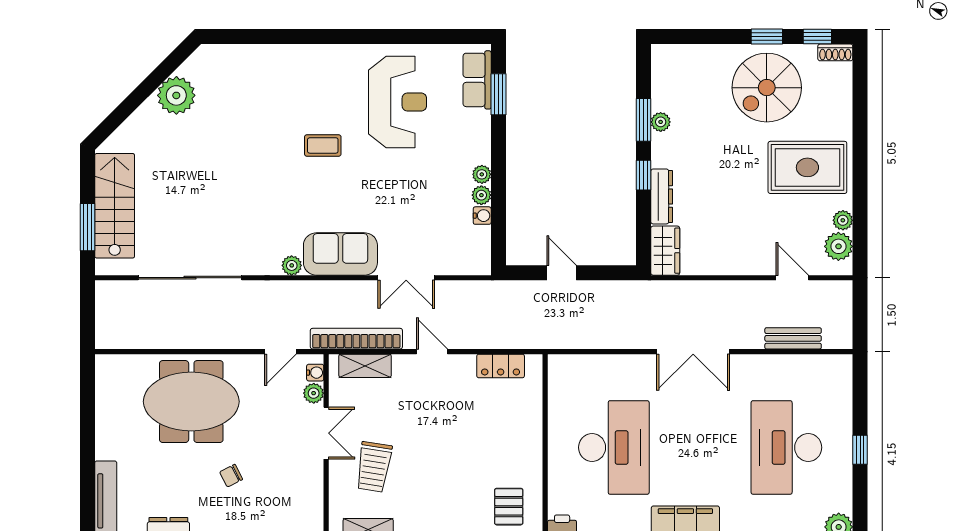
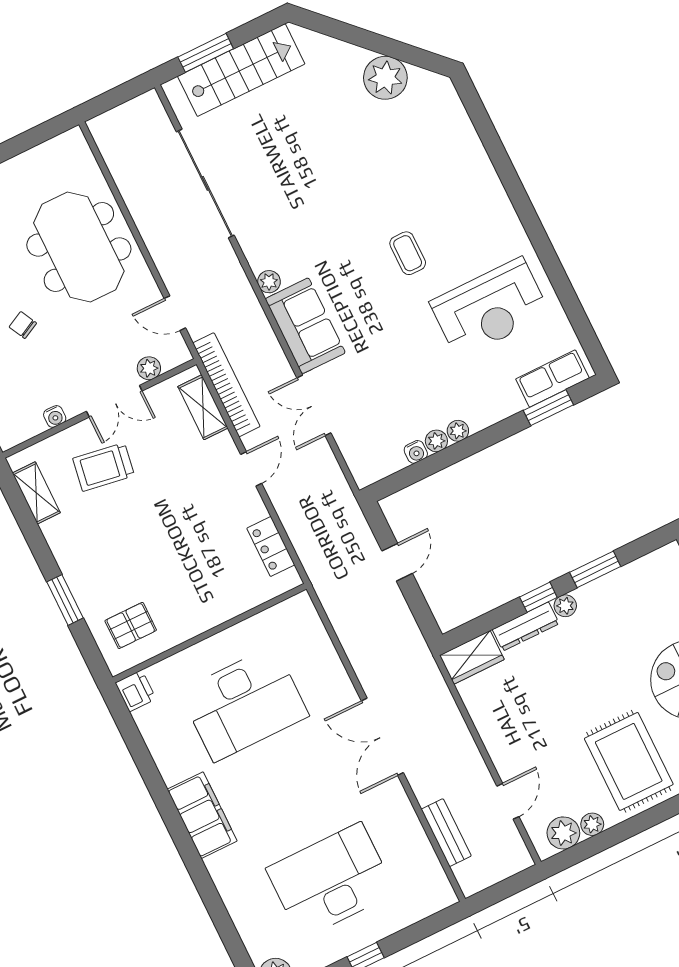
plant: (661, 122) -> (565, 606), moved
water cooler: (315, 373) -> (55, 416), moved

